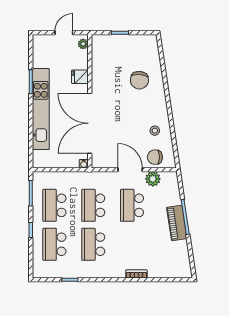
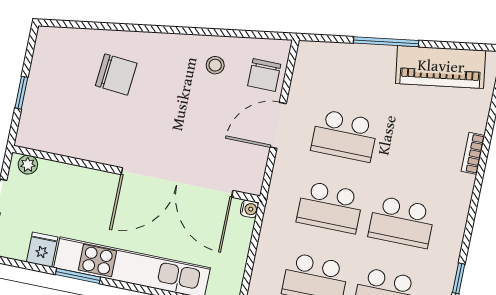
fridge: (80, 77) -> (42, 250), moved, turned 180
plant: (153, 179) -> (304, 87), removed
piano: (177, 223) -> (441, 67), moved, width x1.37, depth x1.33

